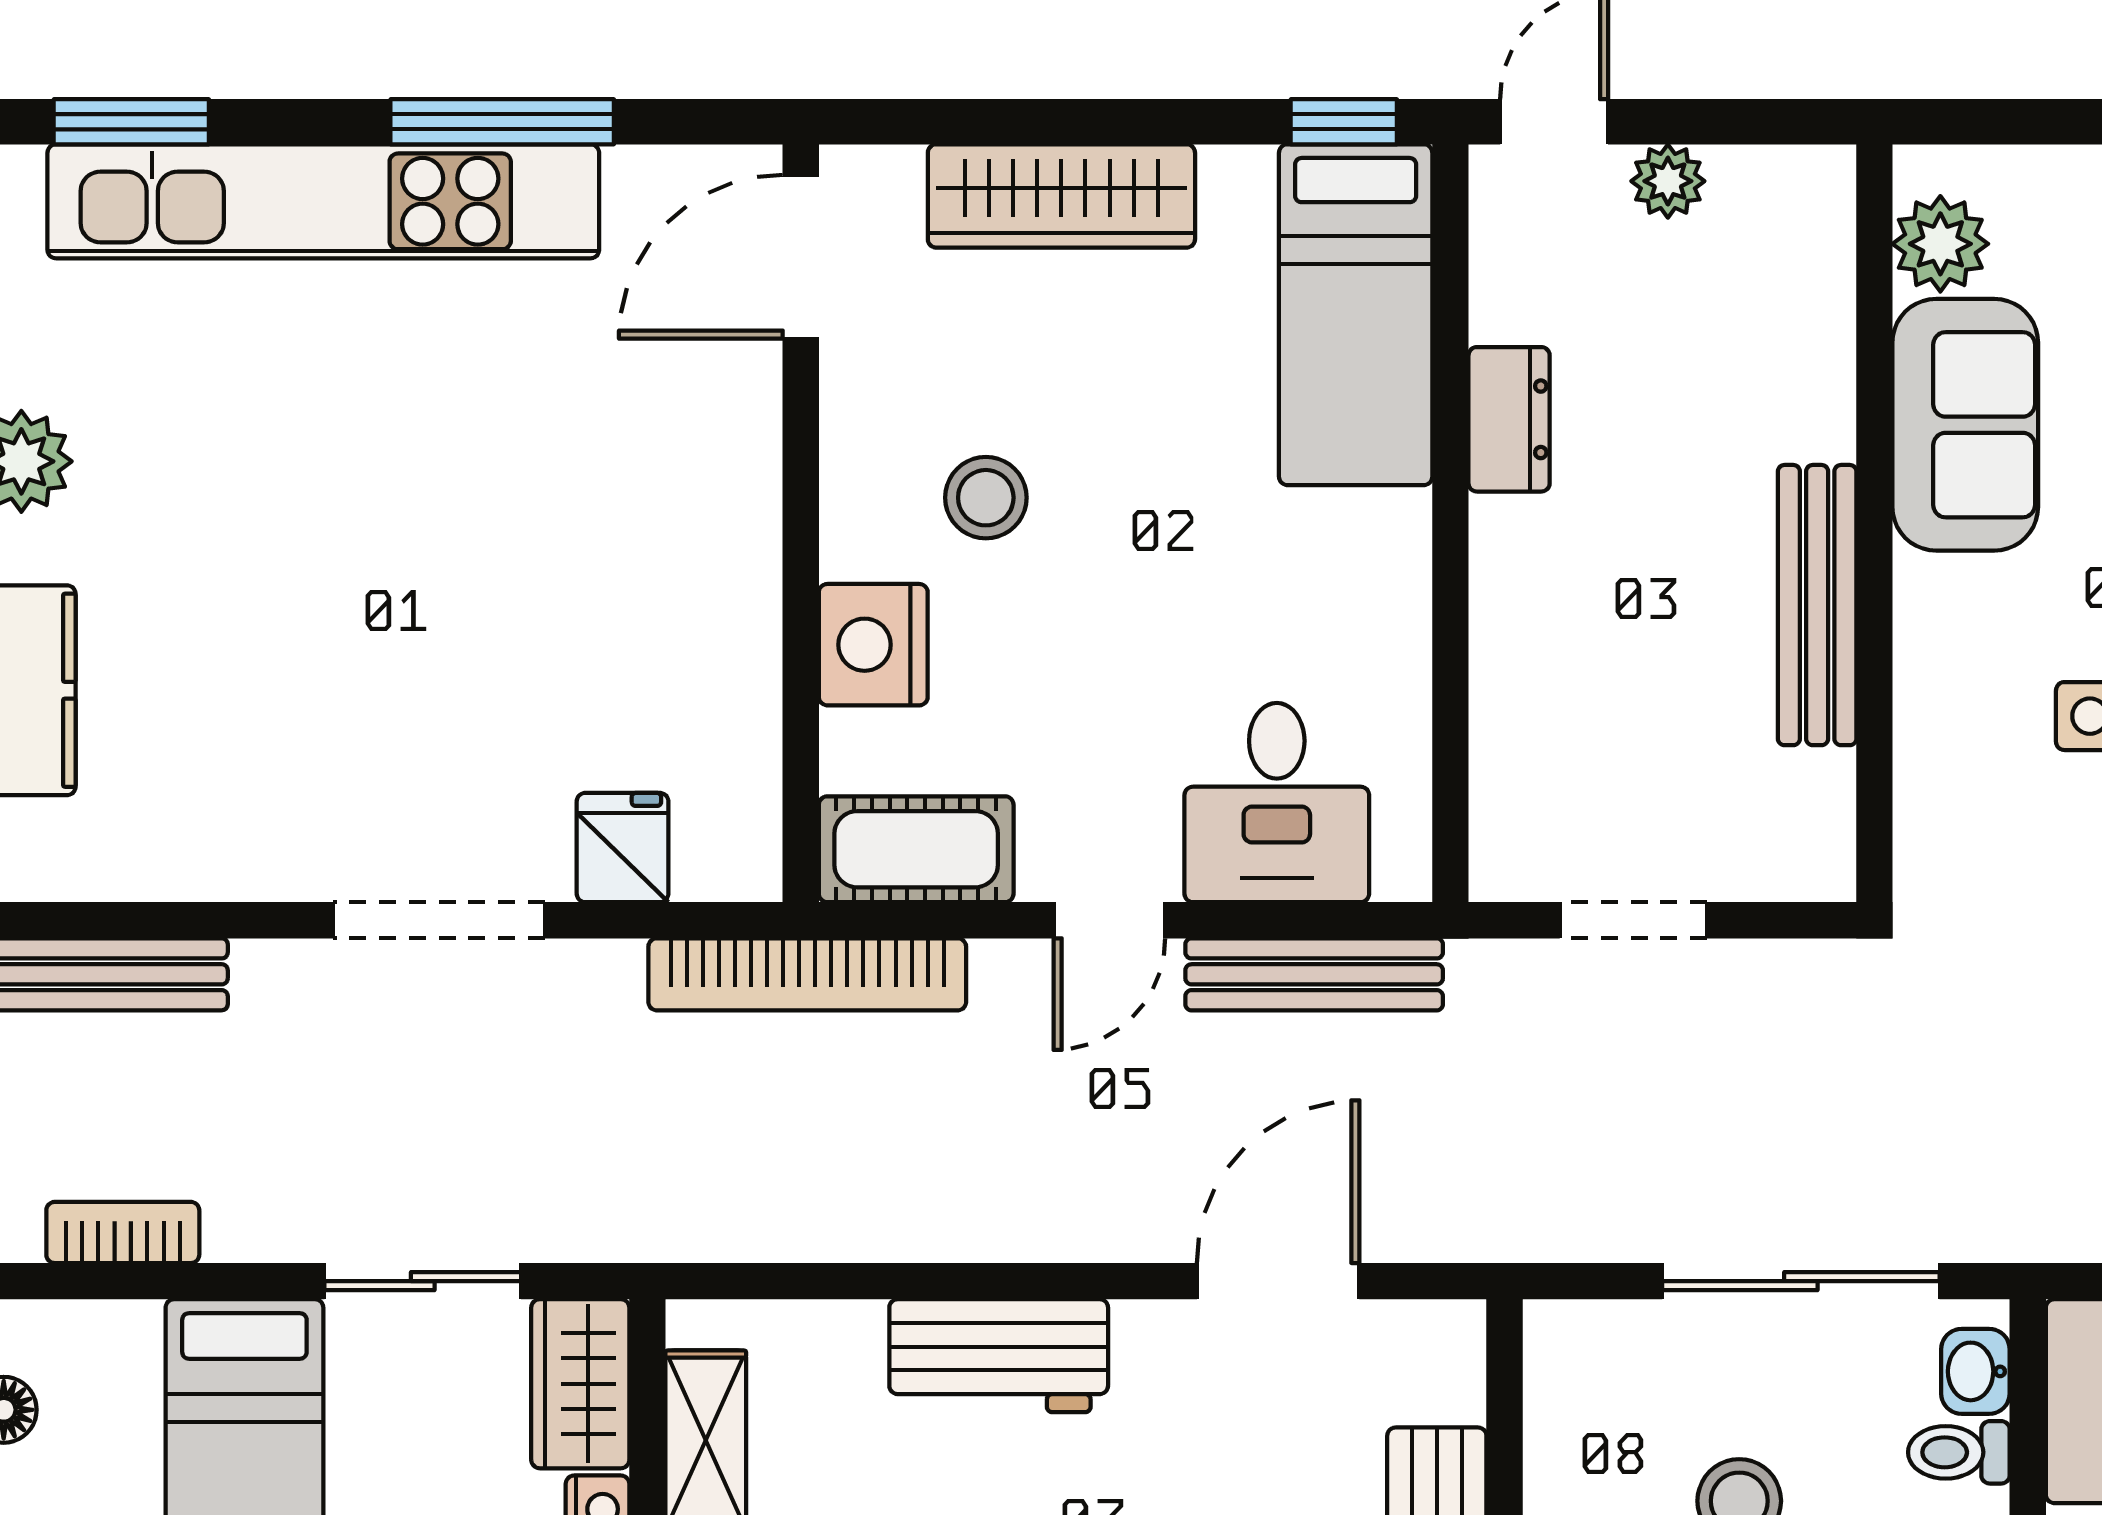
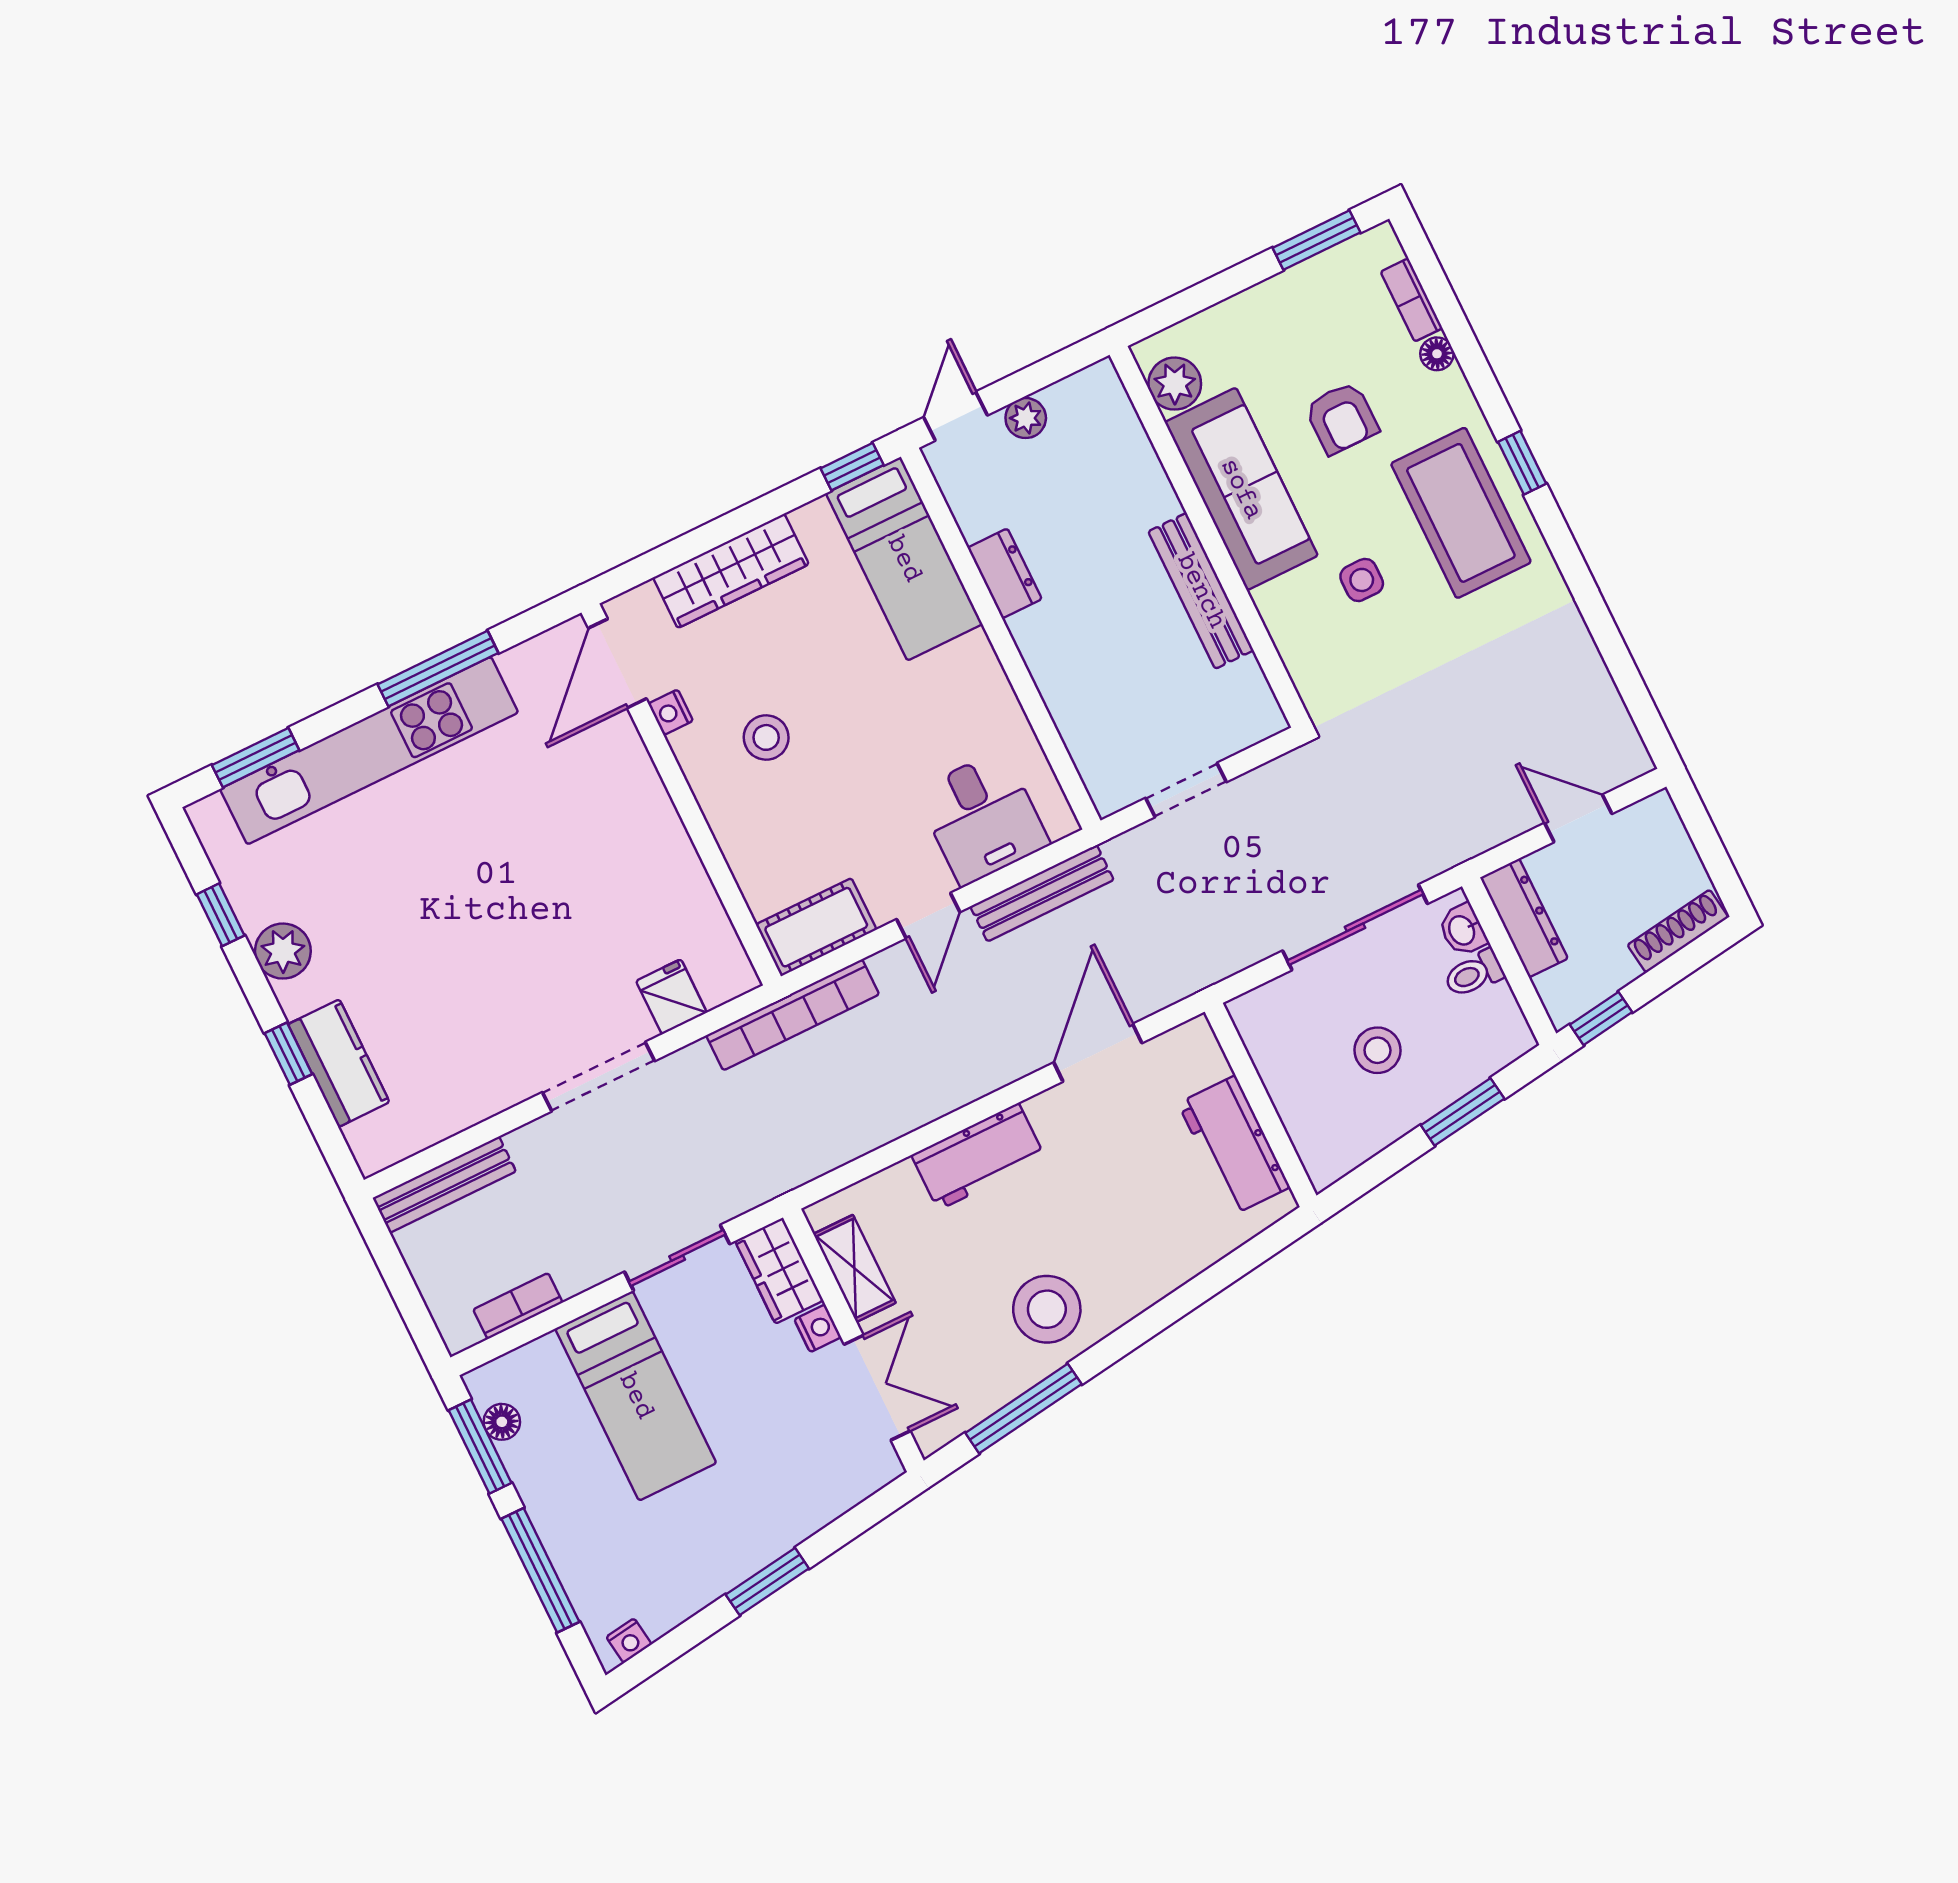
sofa: (1965, 425) -> (1241, 489), width x1.36
nightstand: (873, 645) -> (671, 712), moved, width x0.53, depth x0.56

